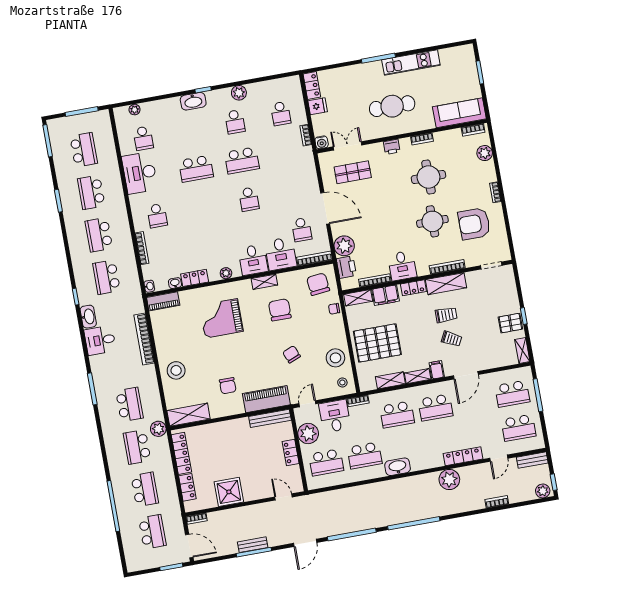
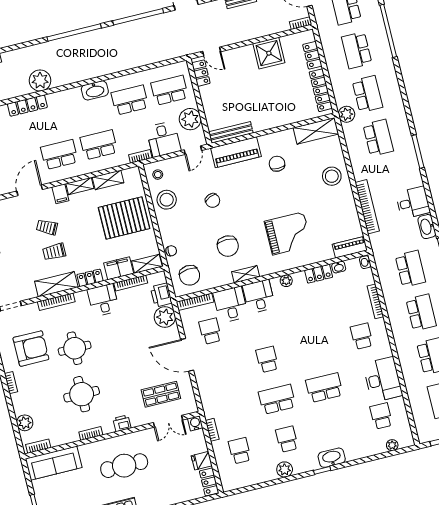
school desk: (129, 404) -> (378, 138), turned 180
locker: (291, 452) -> (201, 73), moved

